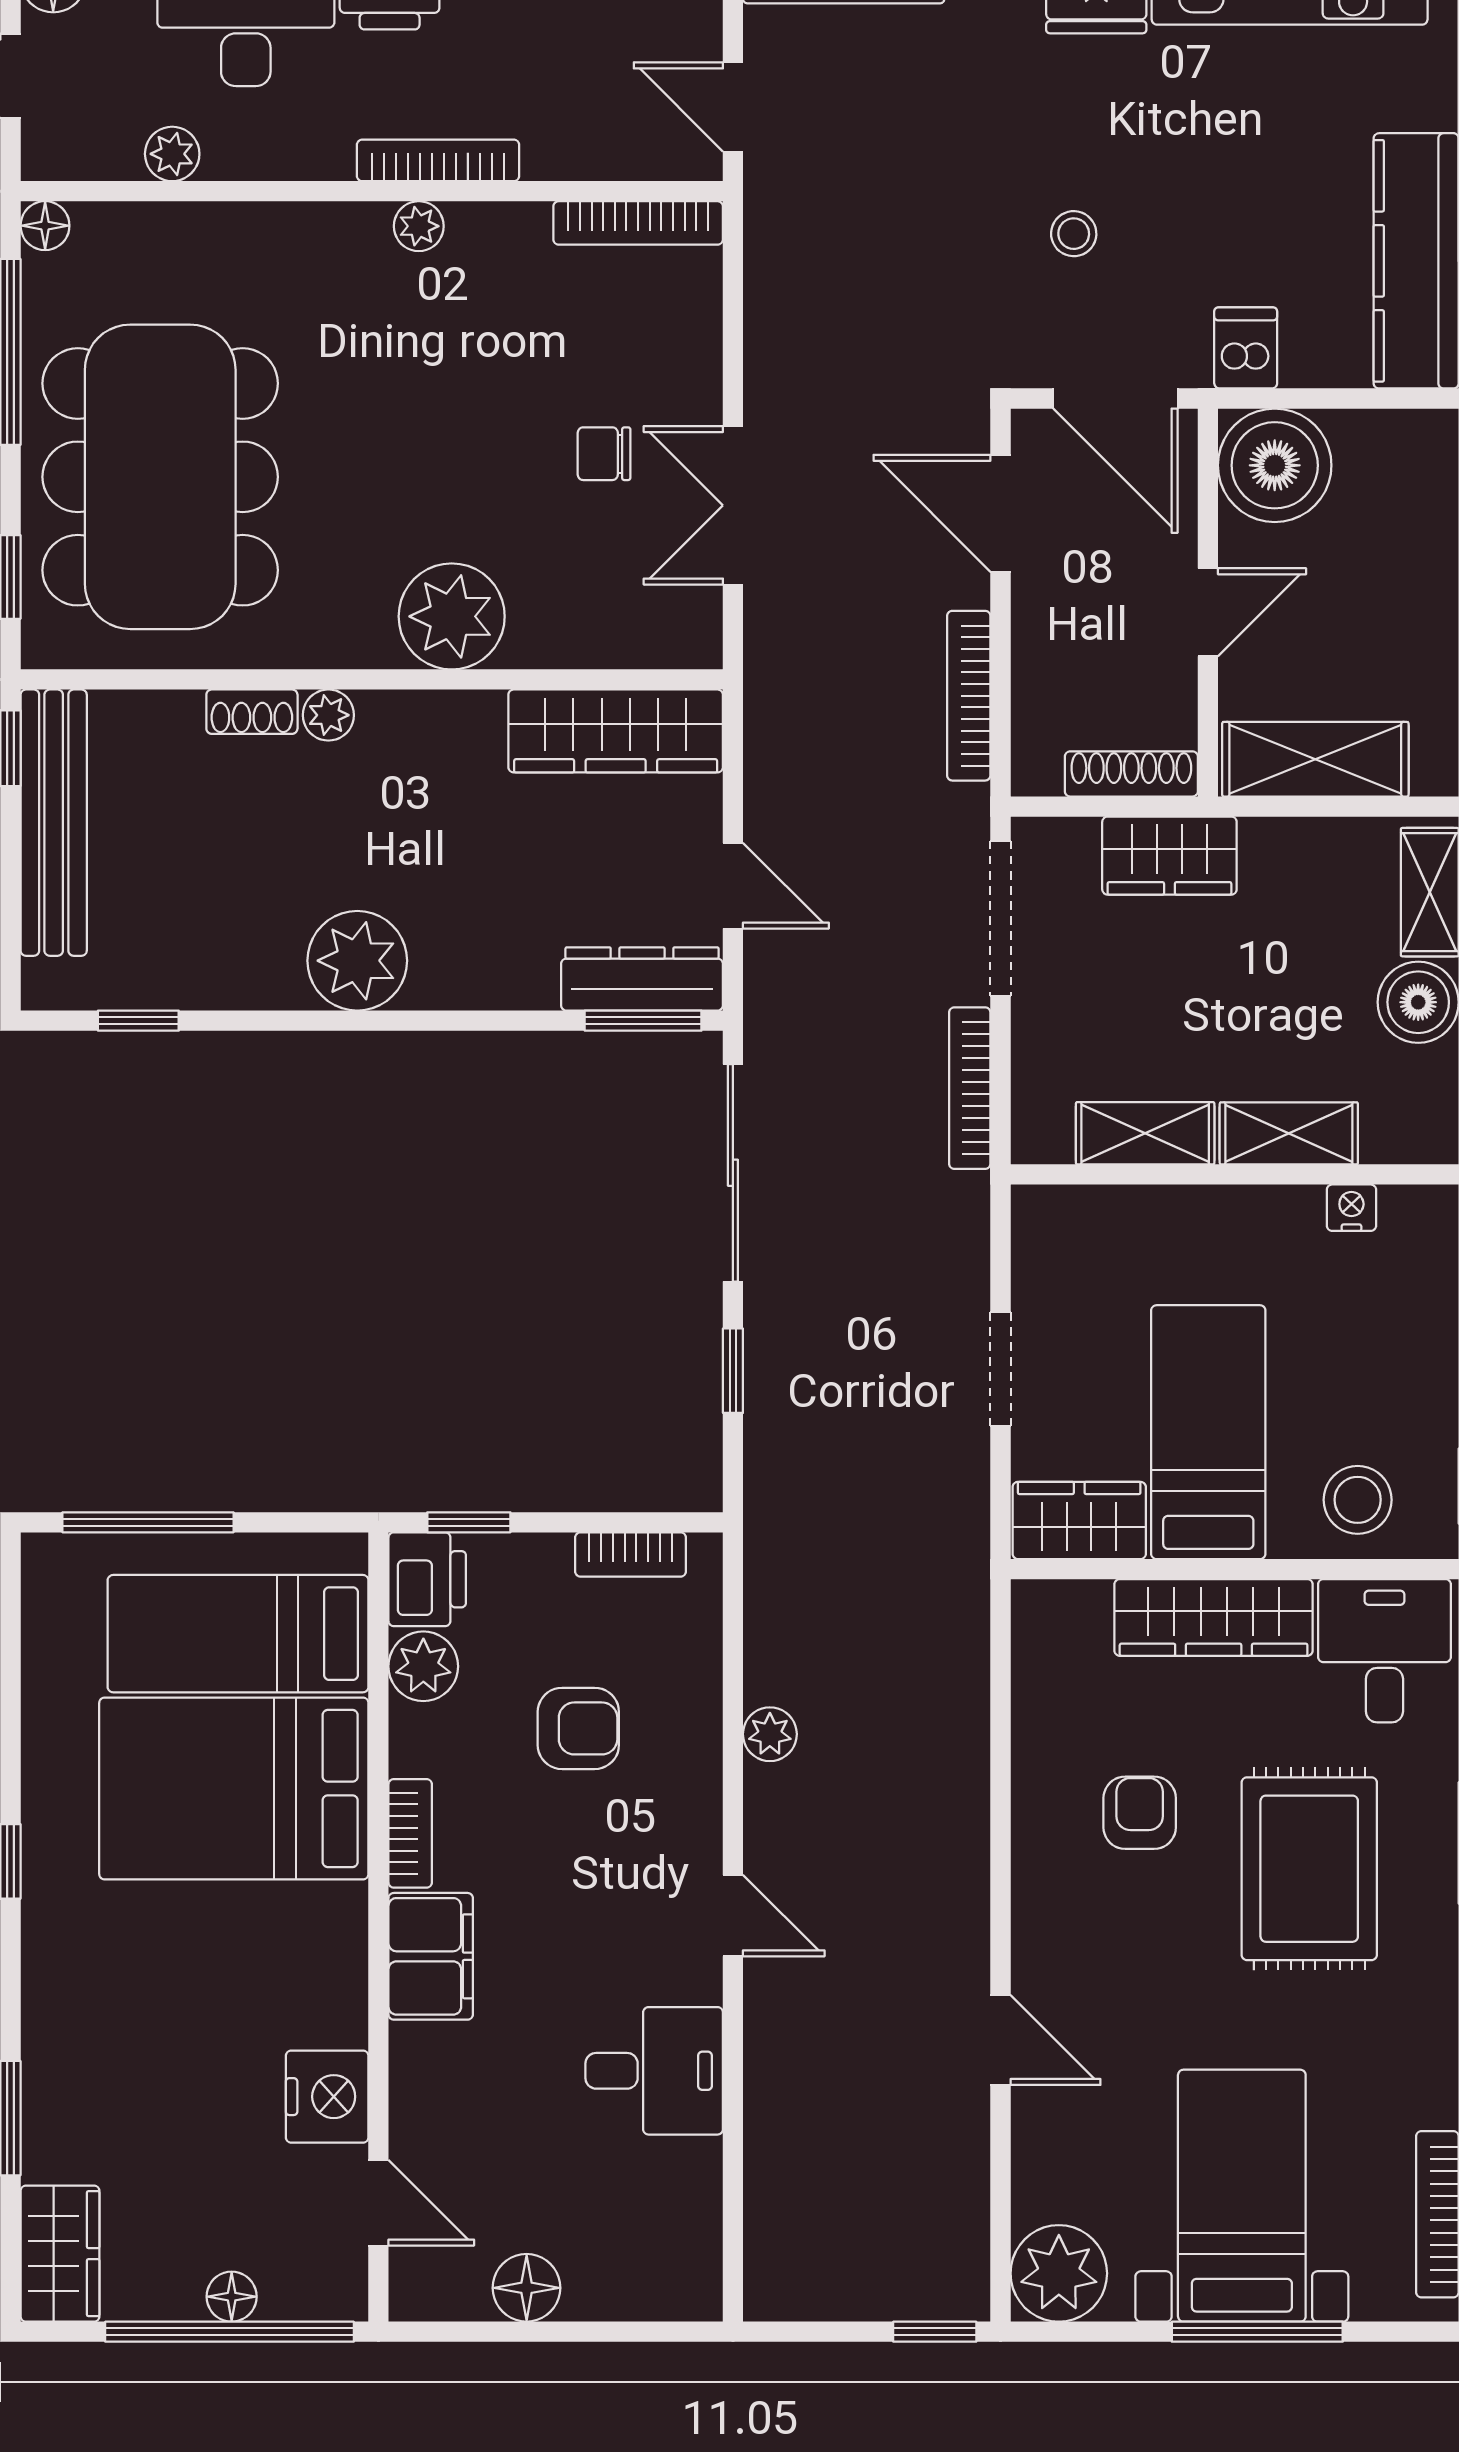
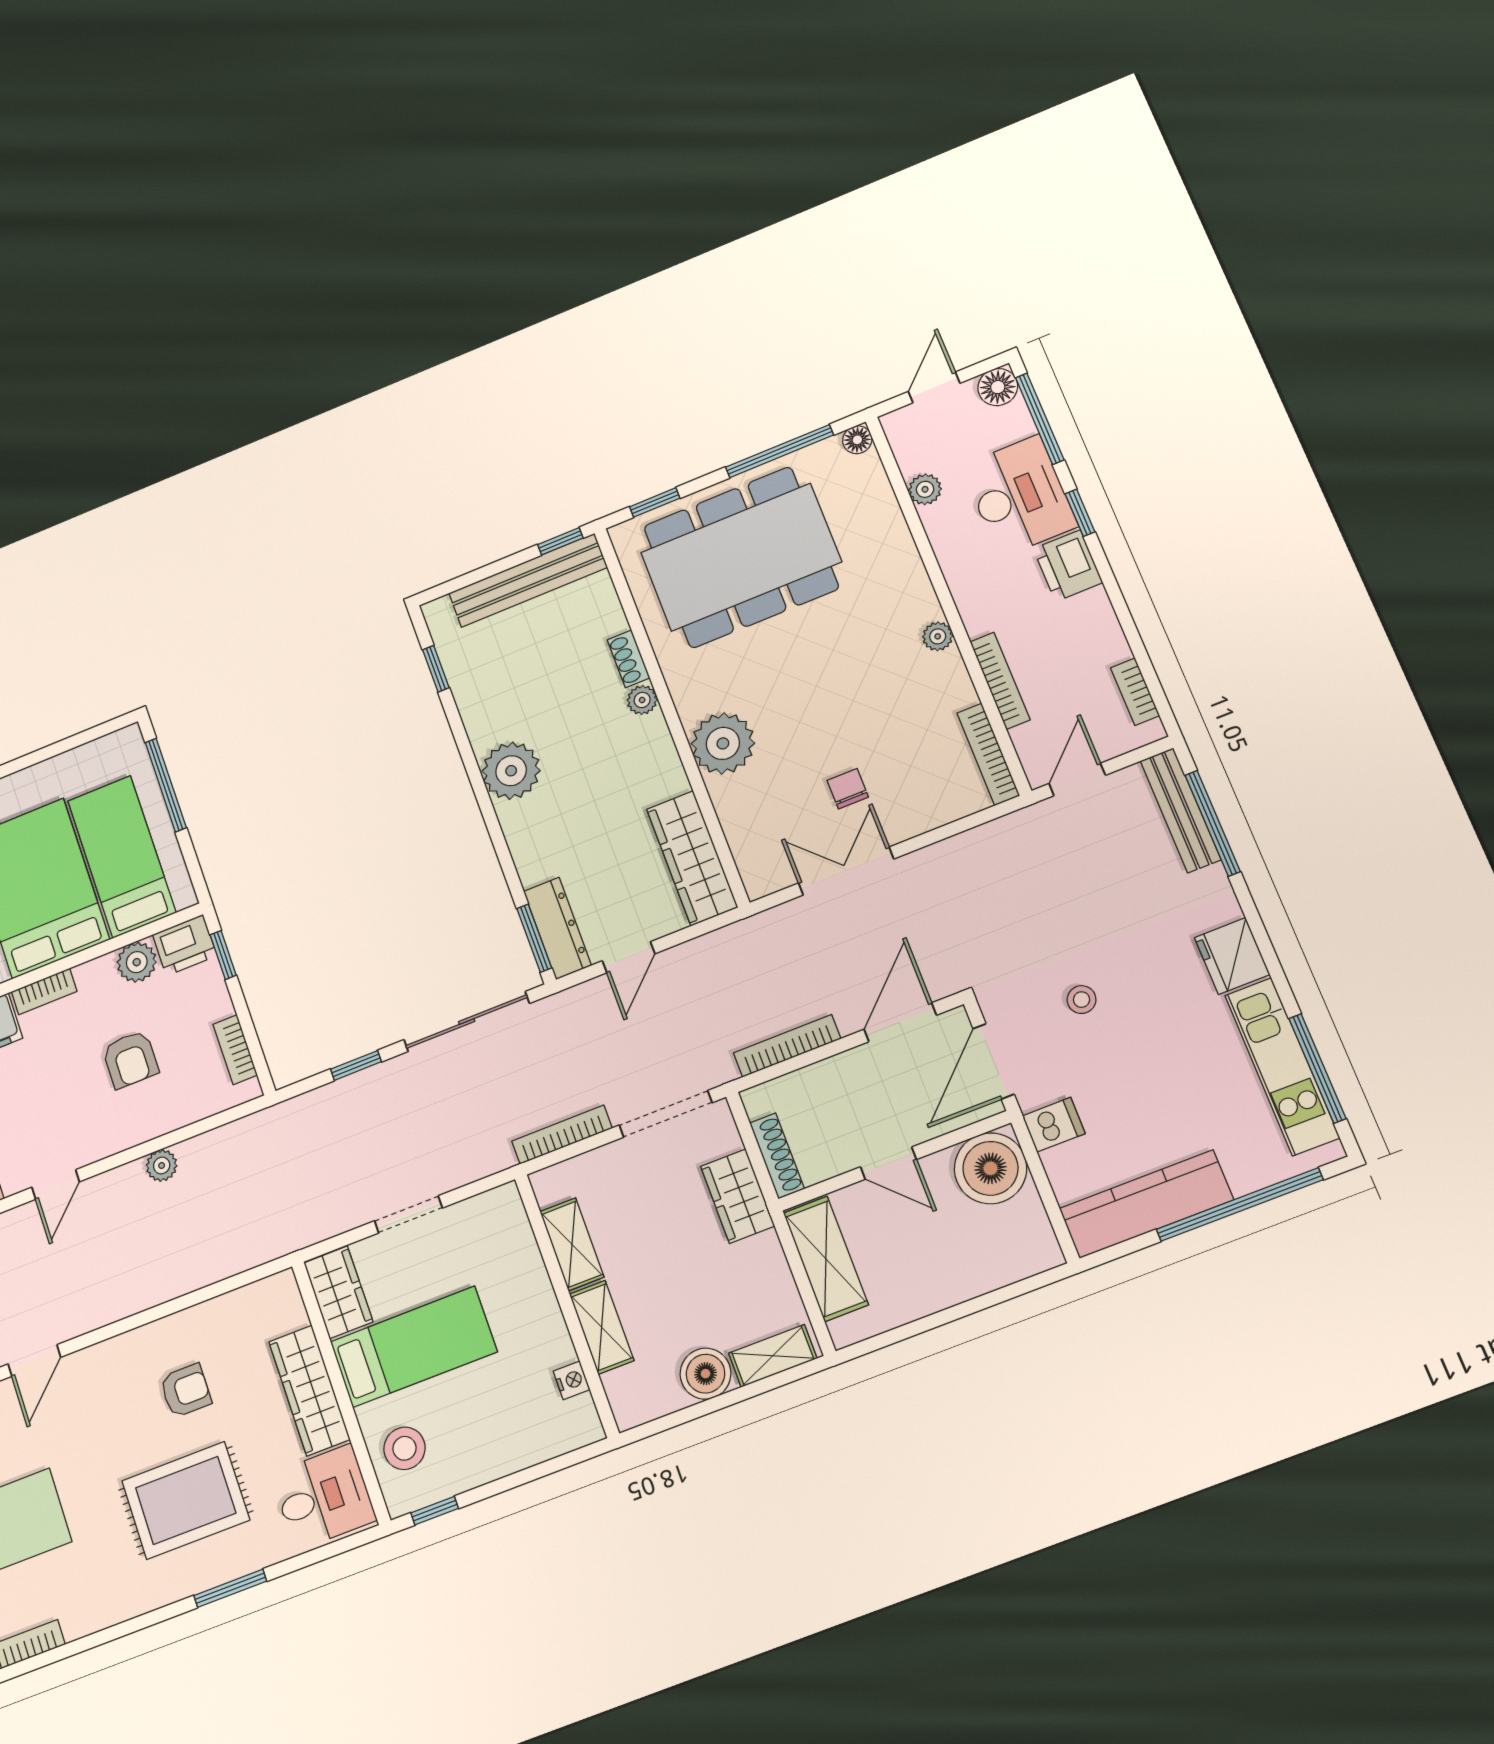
bookcase: (438, 160) -> (1000, 681), moved

